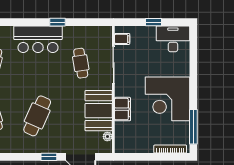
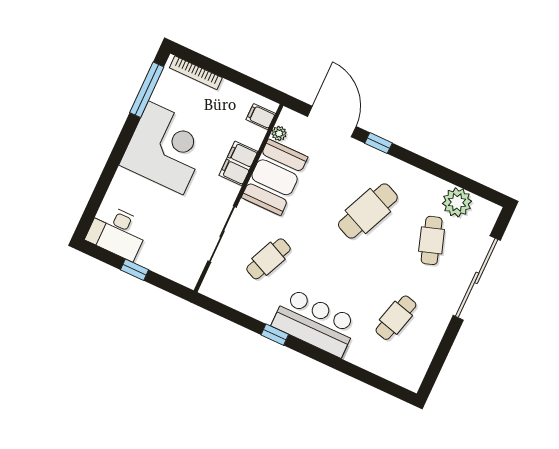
filing cabinet: (122, 39) -> (261, 117), moved
cafe table: (81, 63) -> (268, 259), turned 33

